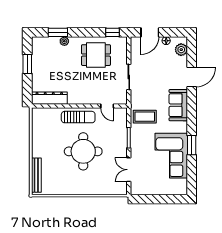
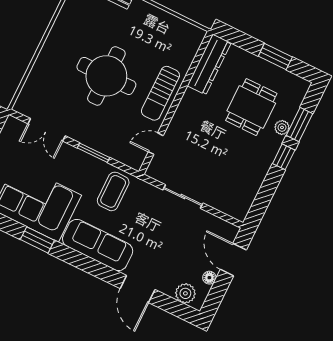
window: (112, 32) -> (284, 157), moved
dining table: (96, 55) -> (251, 107), moved
sofa: (178, 105) -> (98, 245), width x1.36
double door: (129, 170) -> (47, 130), swing flipped

